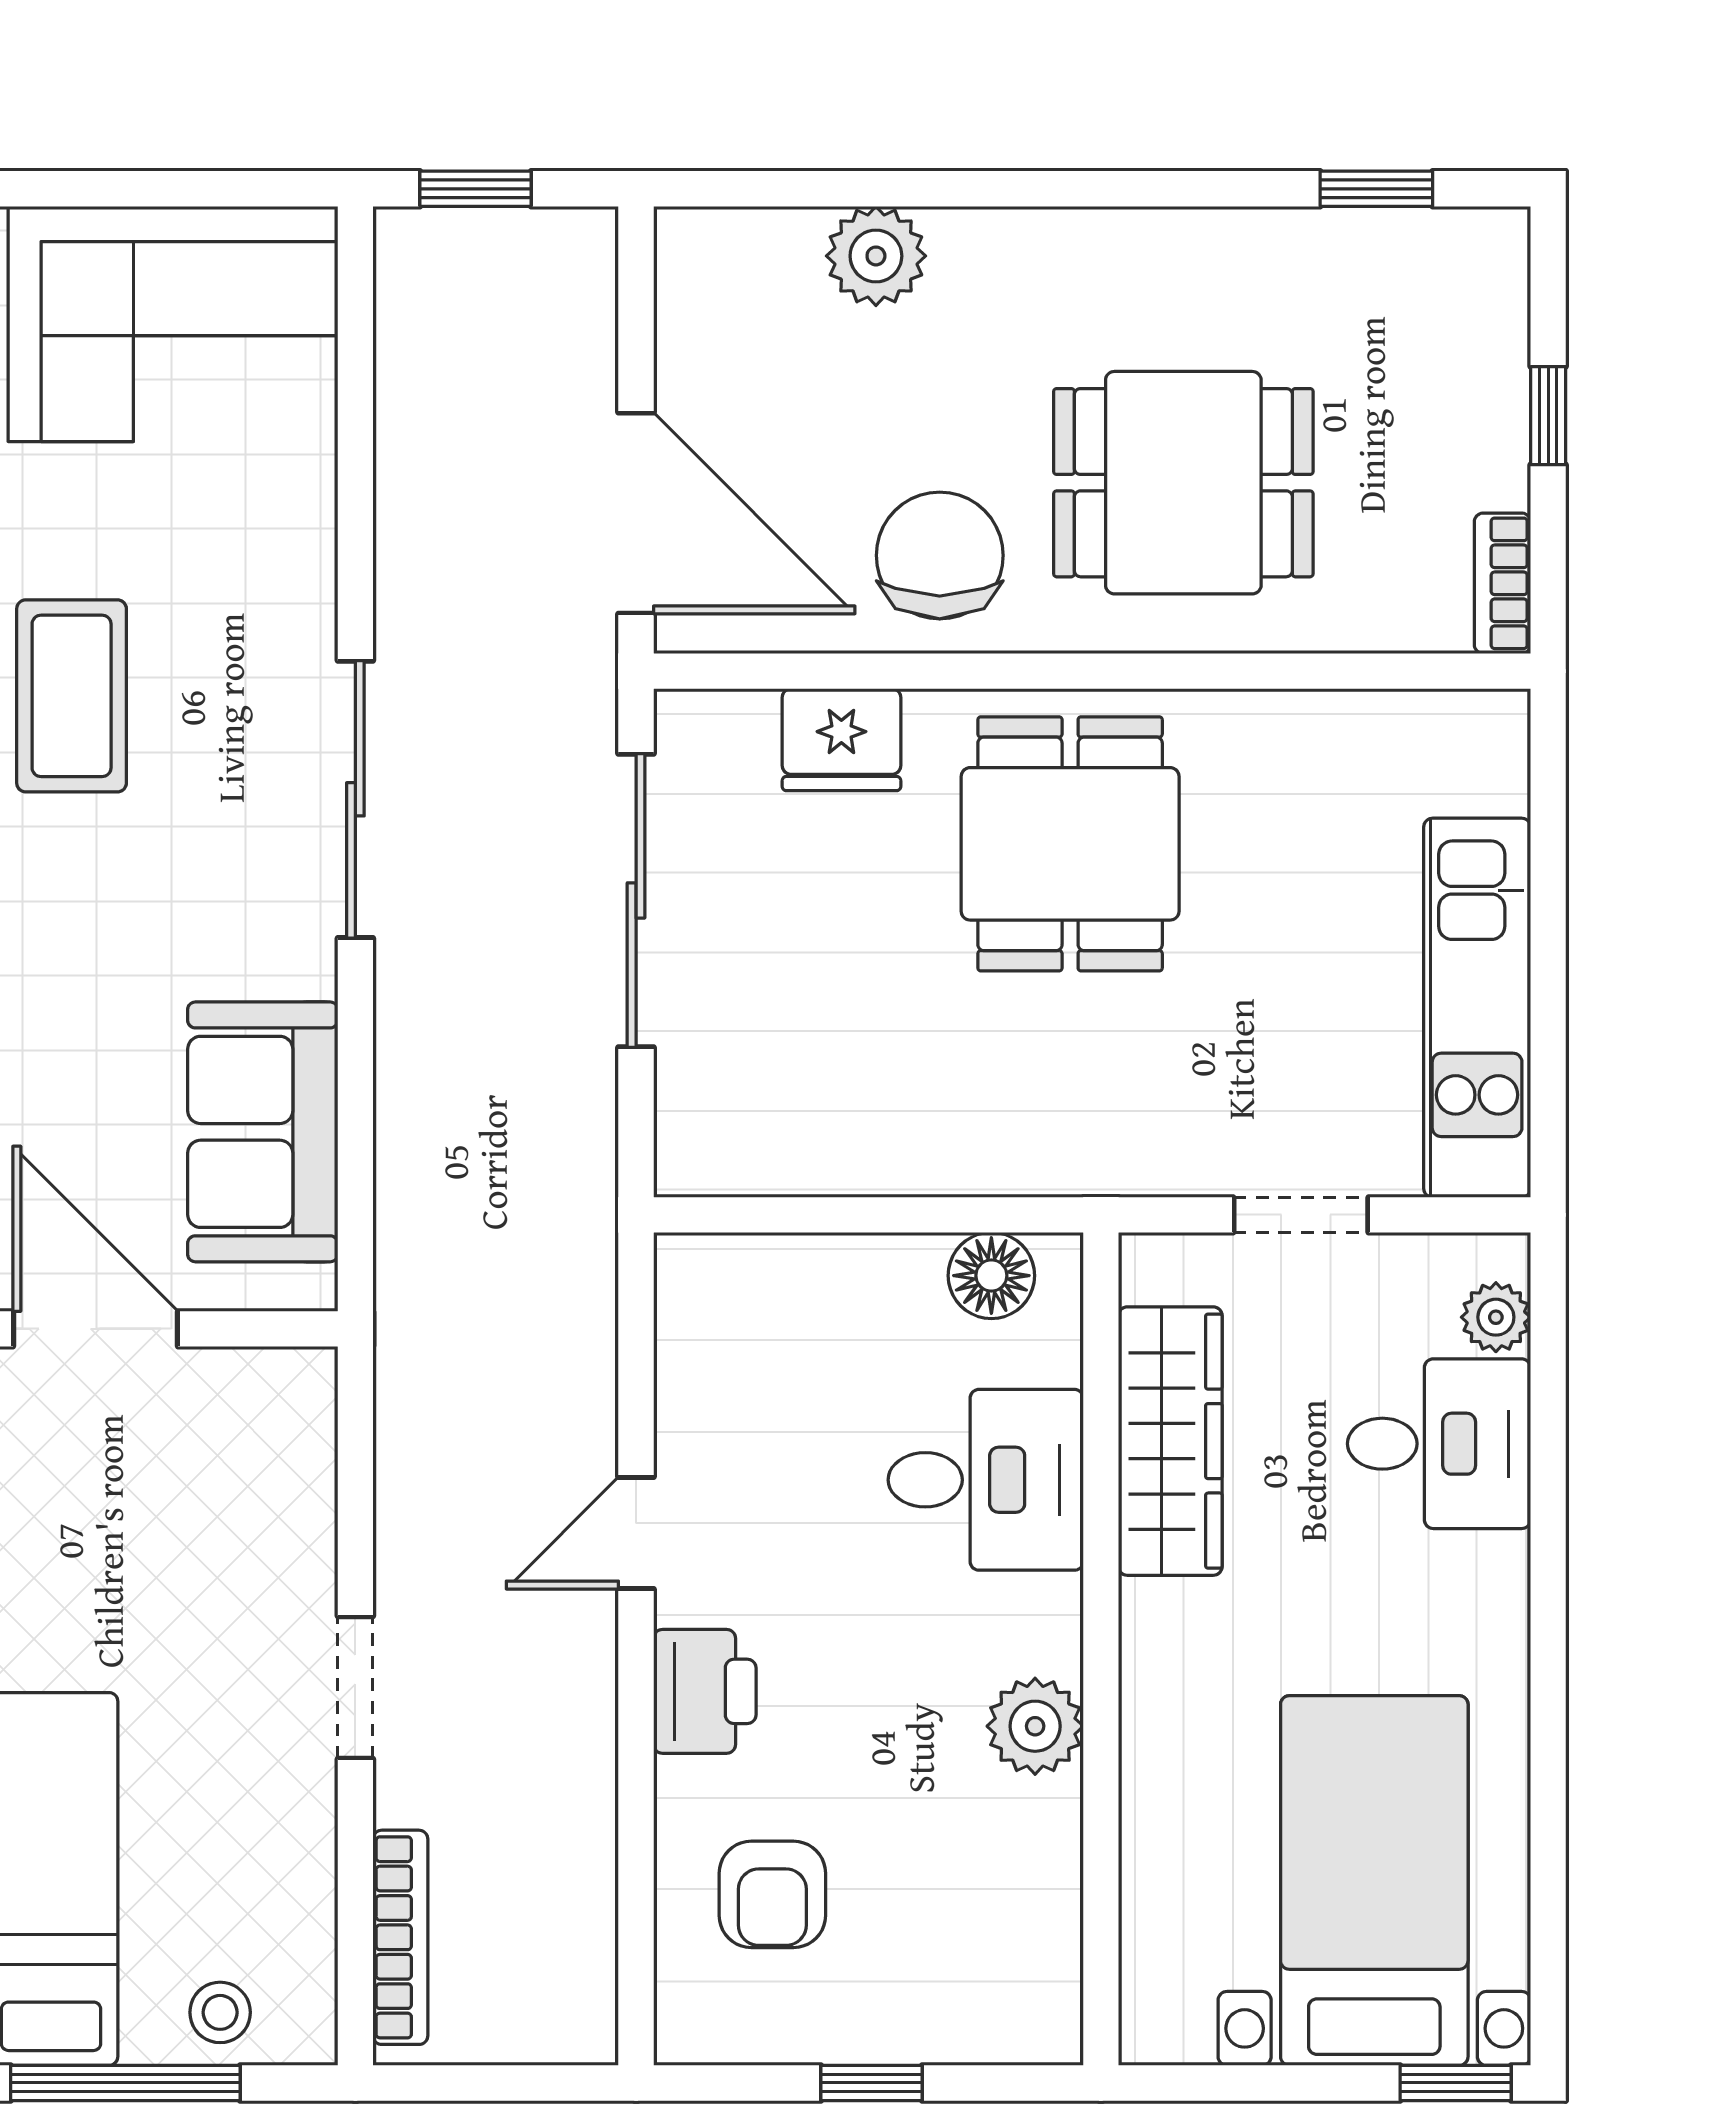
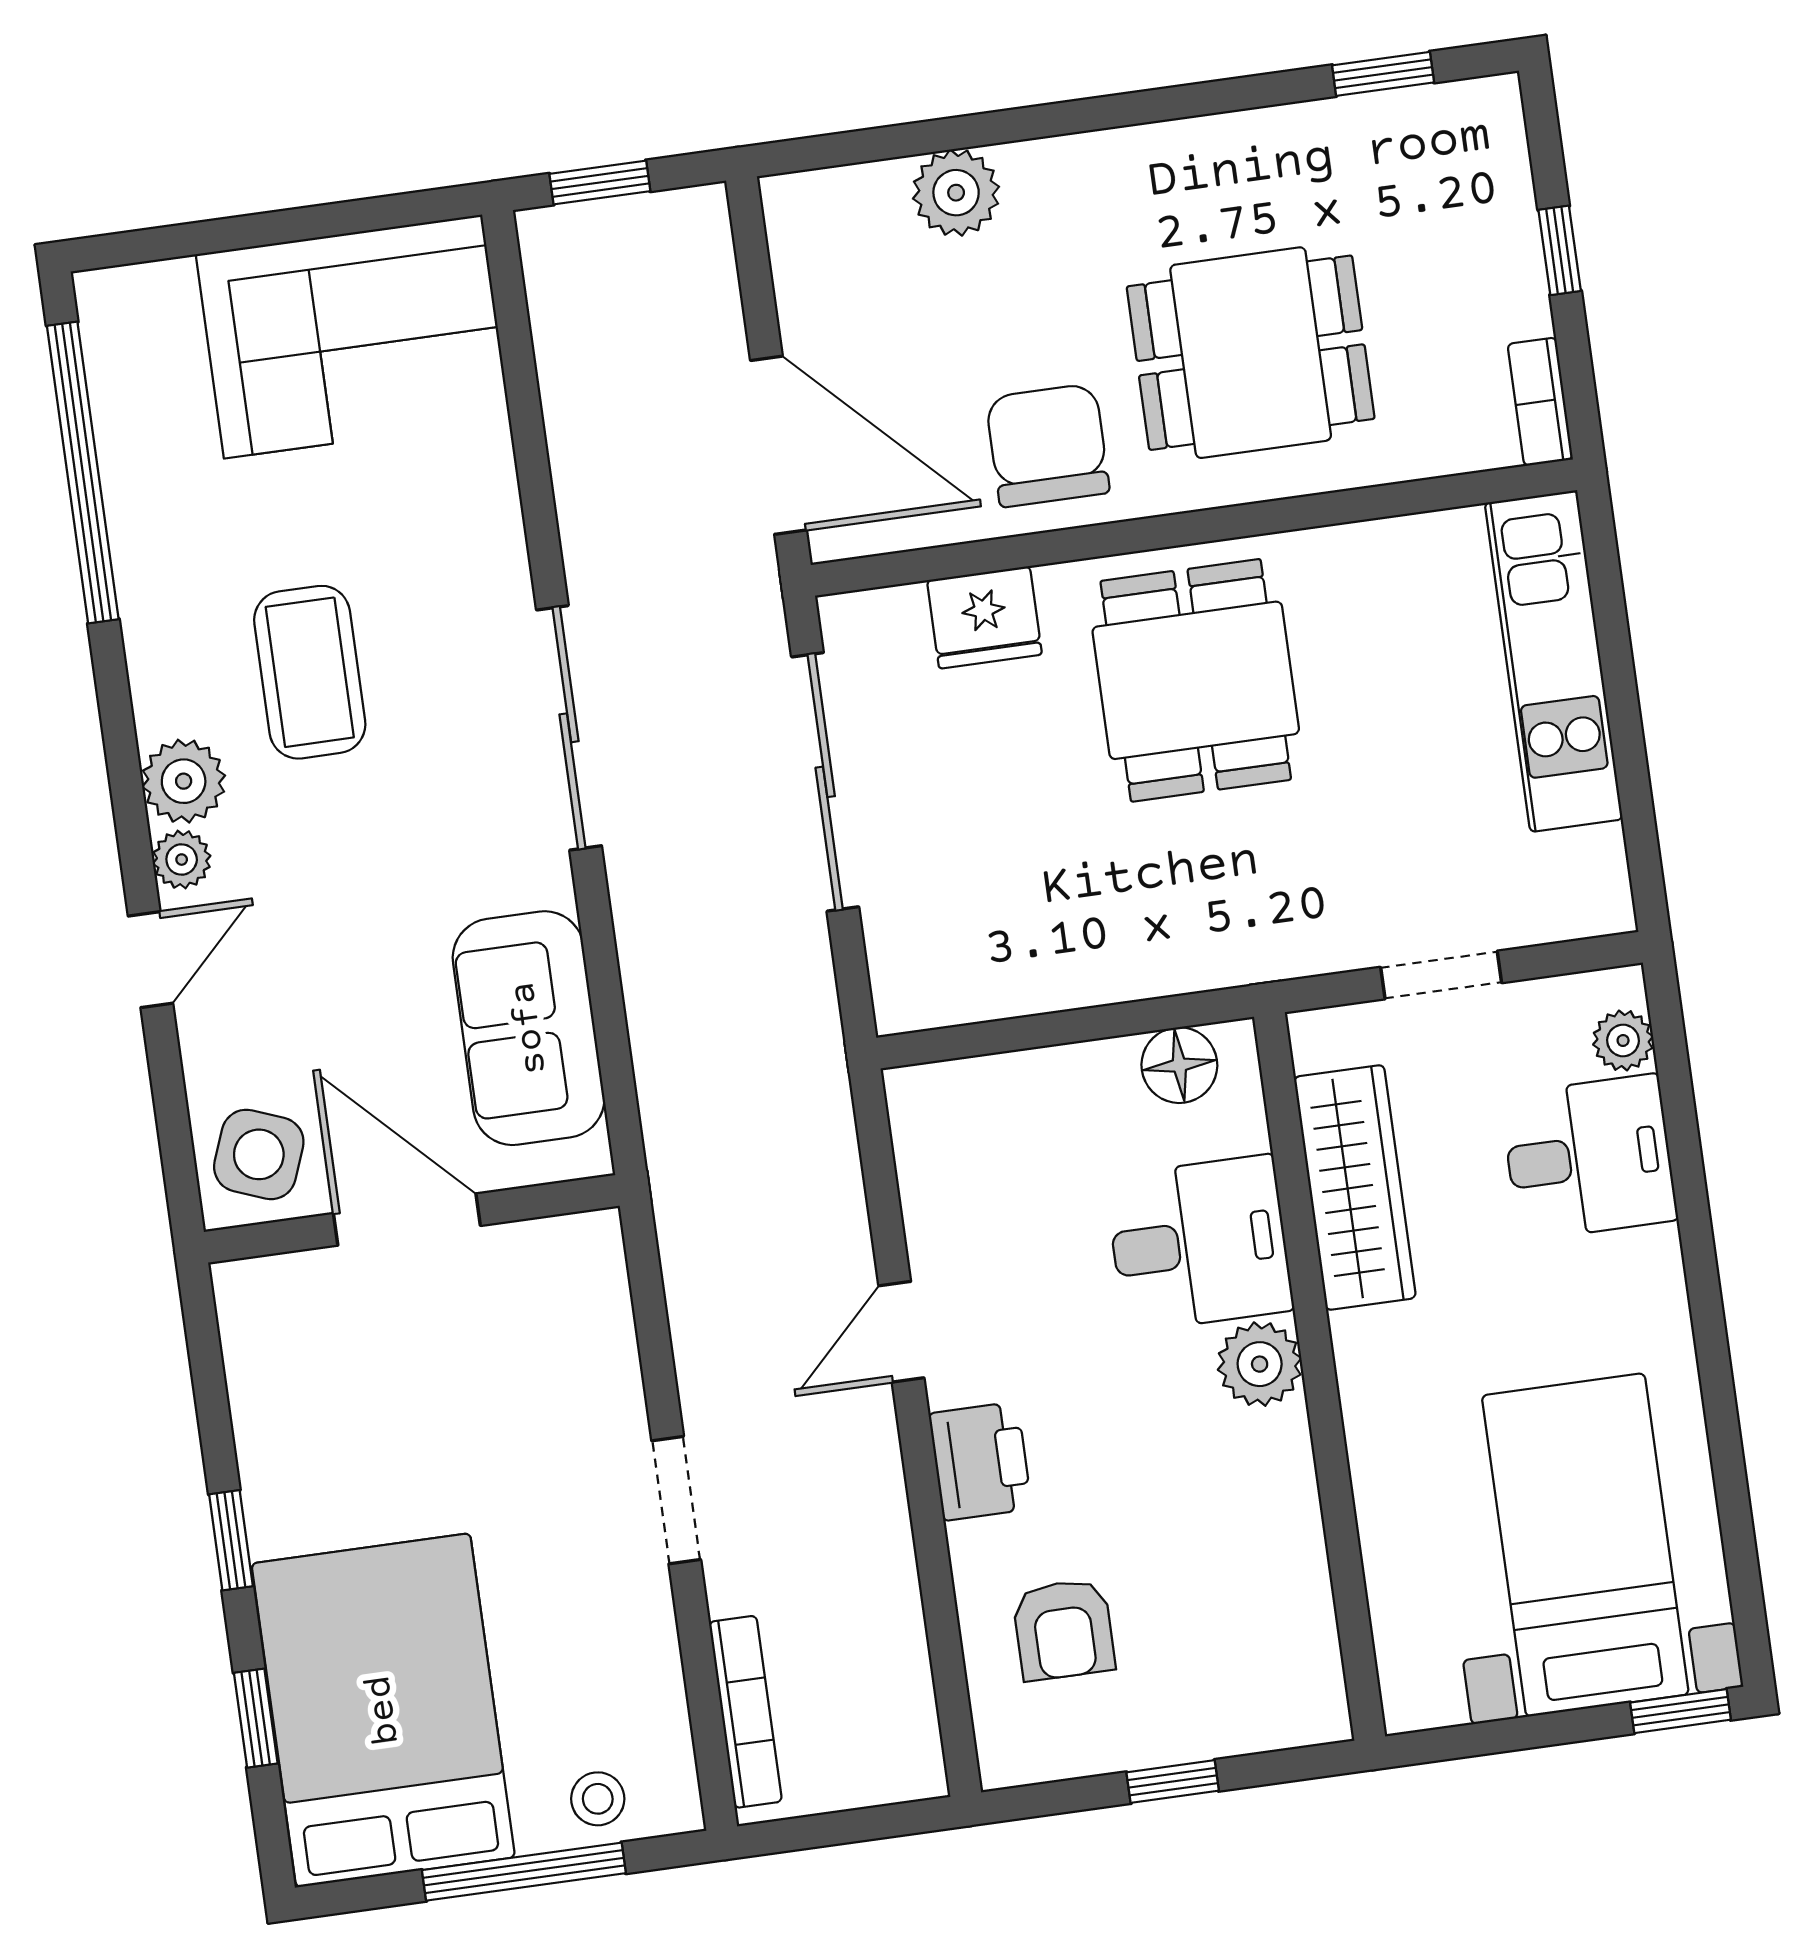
kitchen unit: (1477, 1008) -> (1554, 661), moved
plant: (1035, 1726) -> (1260, 1364), moved

